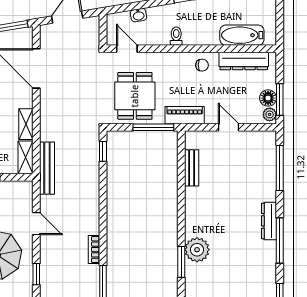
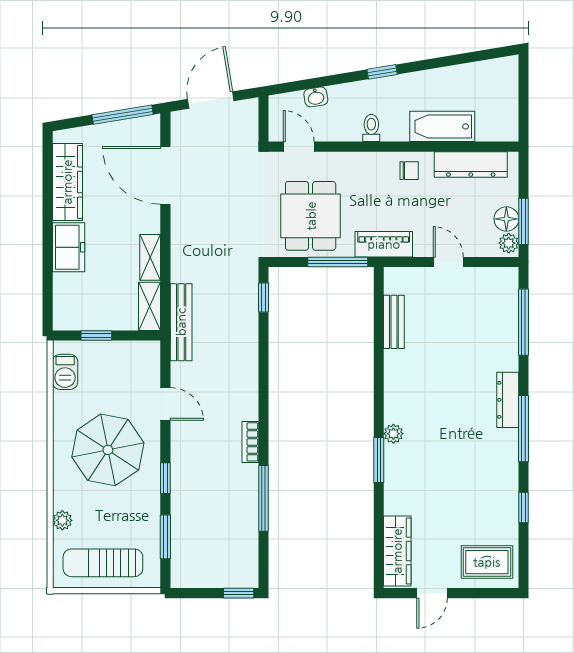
bathtub: (242, 35) -> (442, 126), moved
plant: (197, 250) -> (393, 434), width x0.53, depth x0.53

